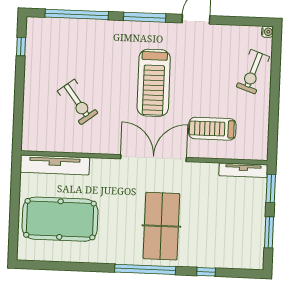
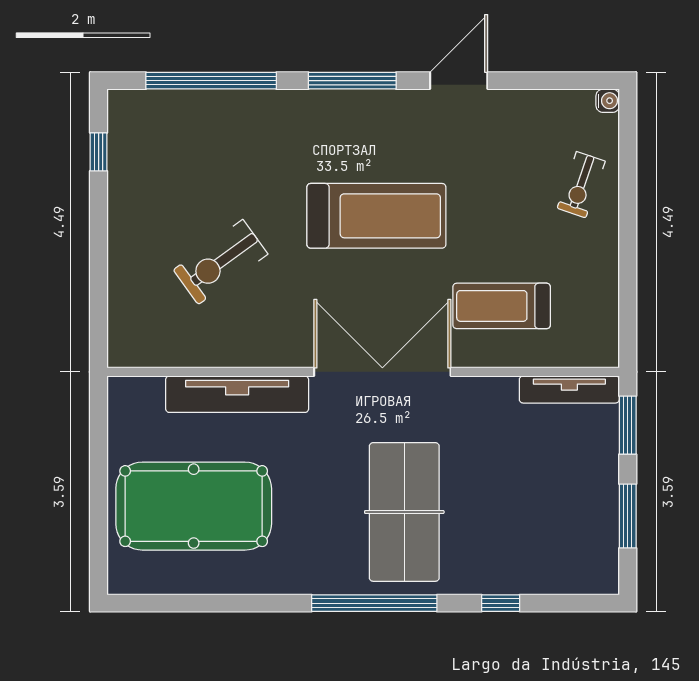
exercise bike: (253, 72) -> (581, 185), width x0.73, depth x0.72
treadmill: (154, 83) -> (376, 216), turned -90
exercise bike: (78, 102) -> (221, 262), turned 91
tv unit: (55, 165) -> (237, 394), moved

